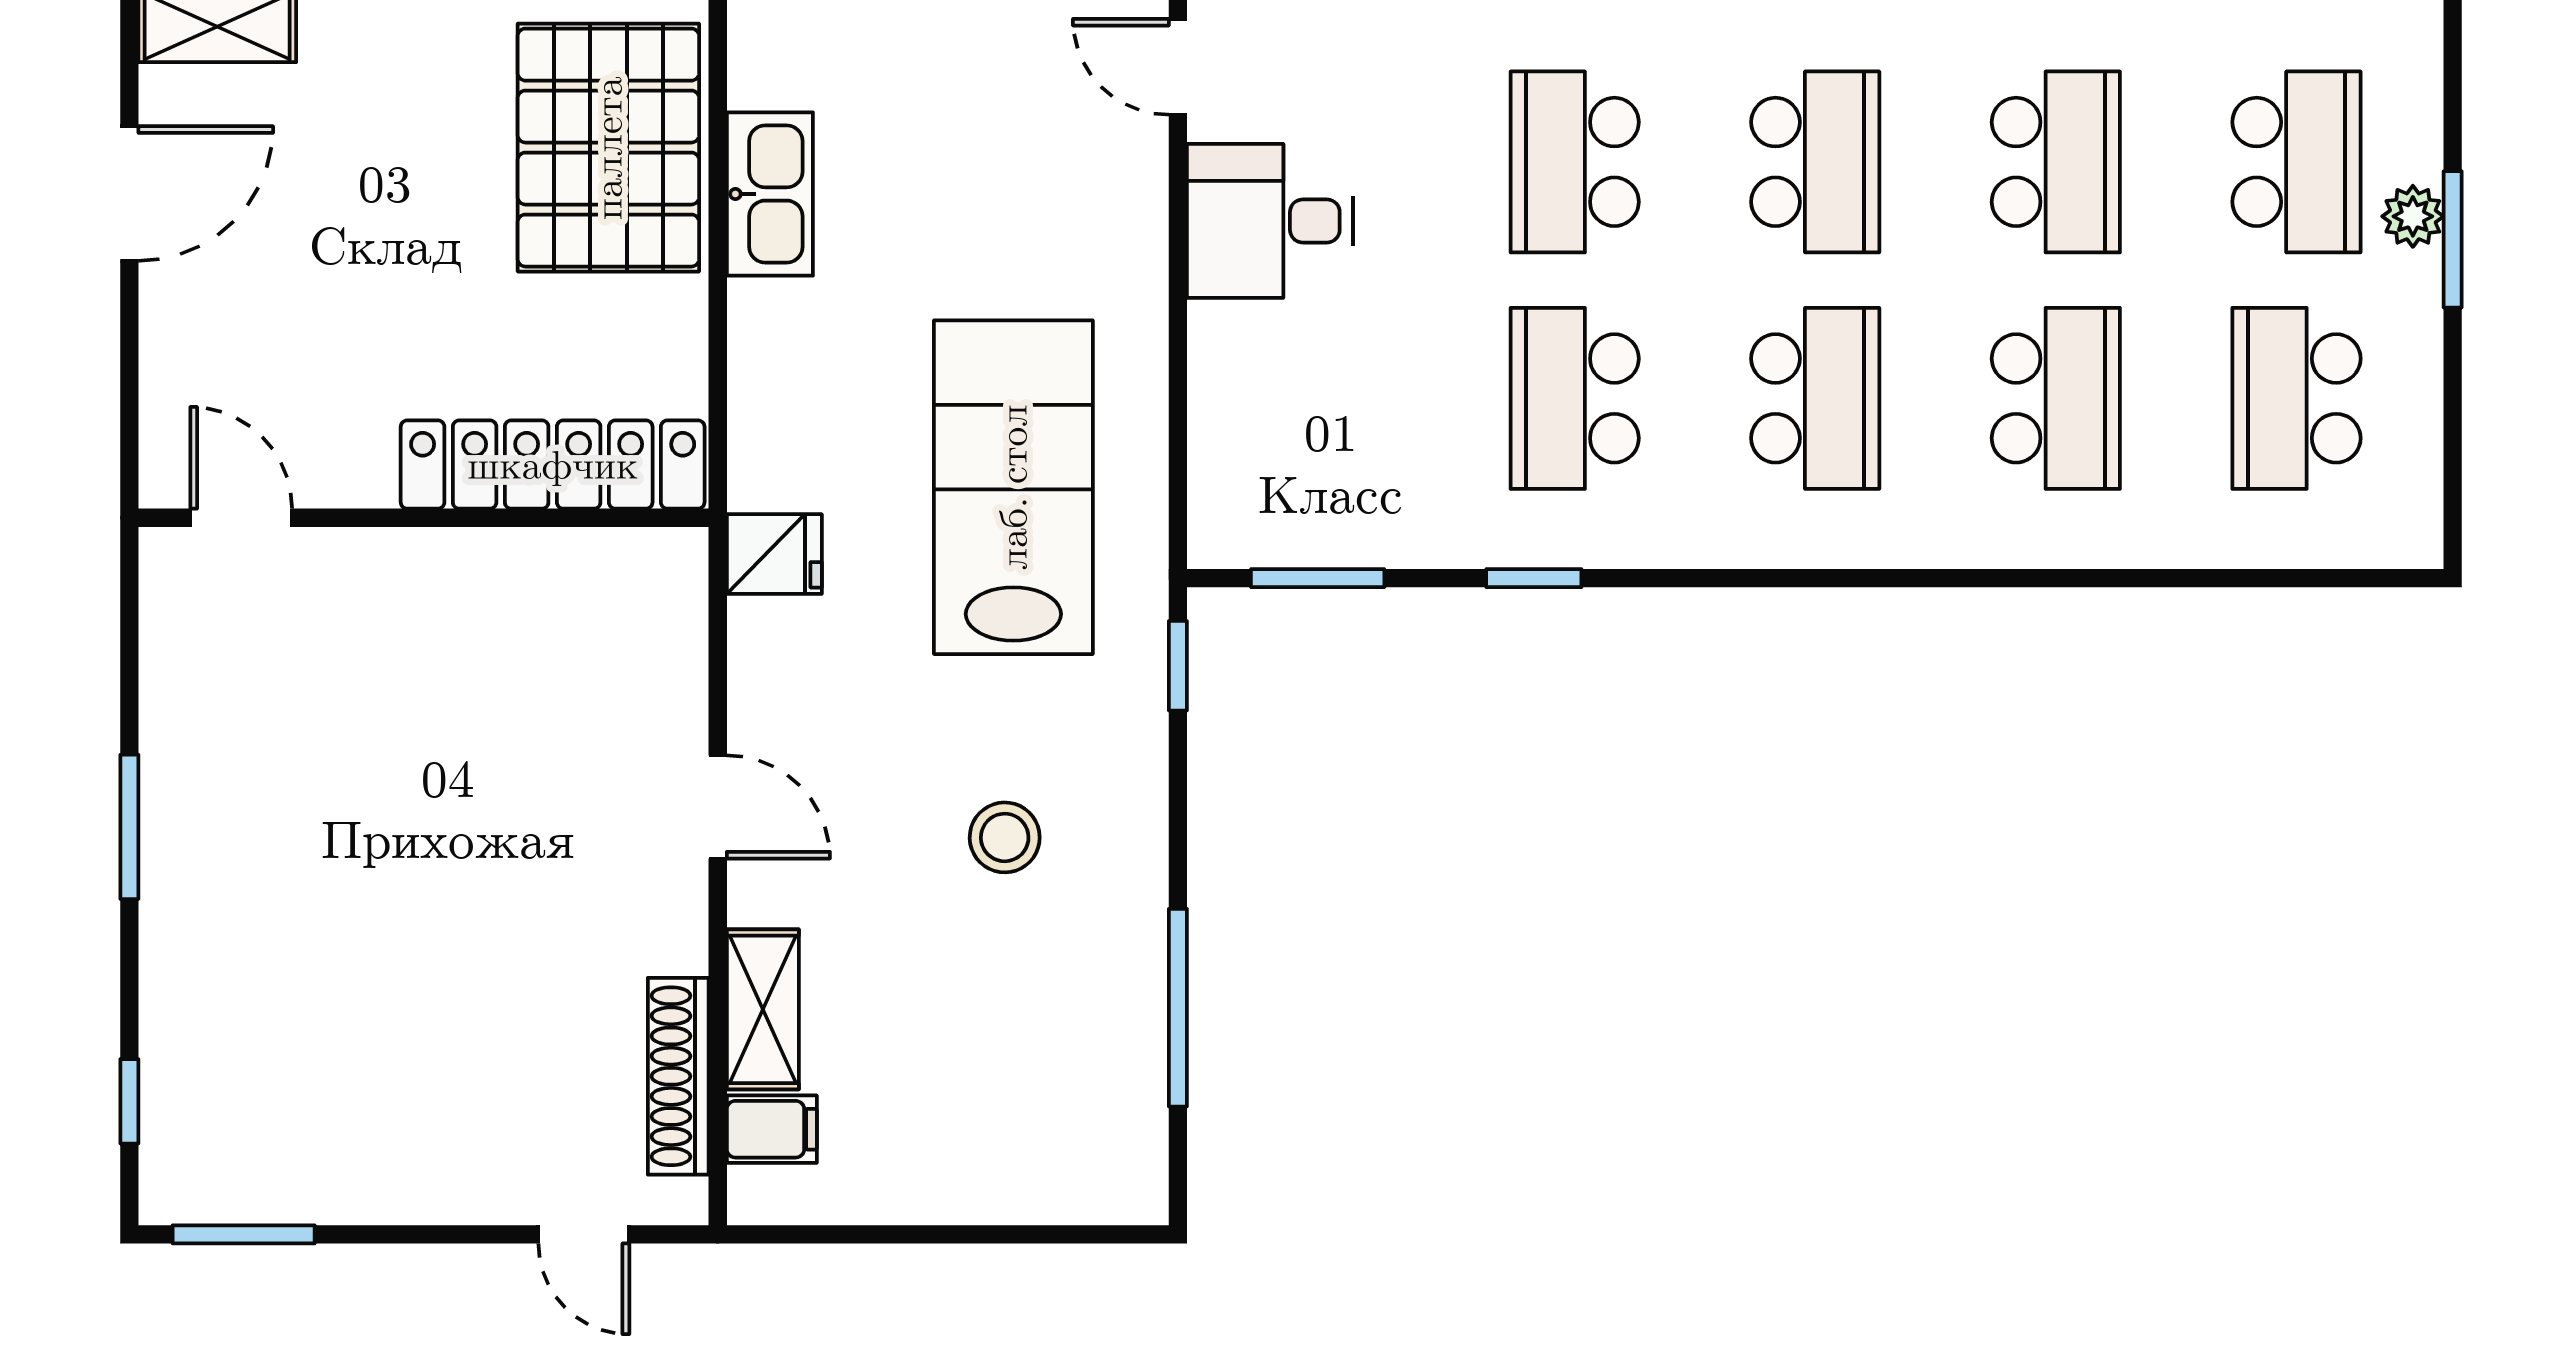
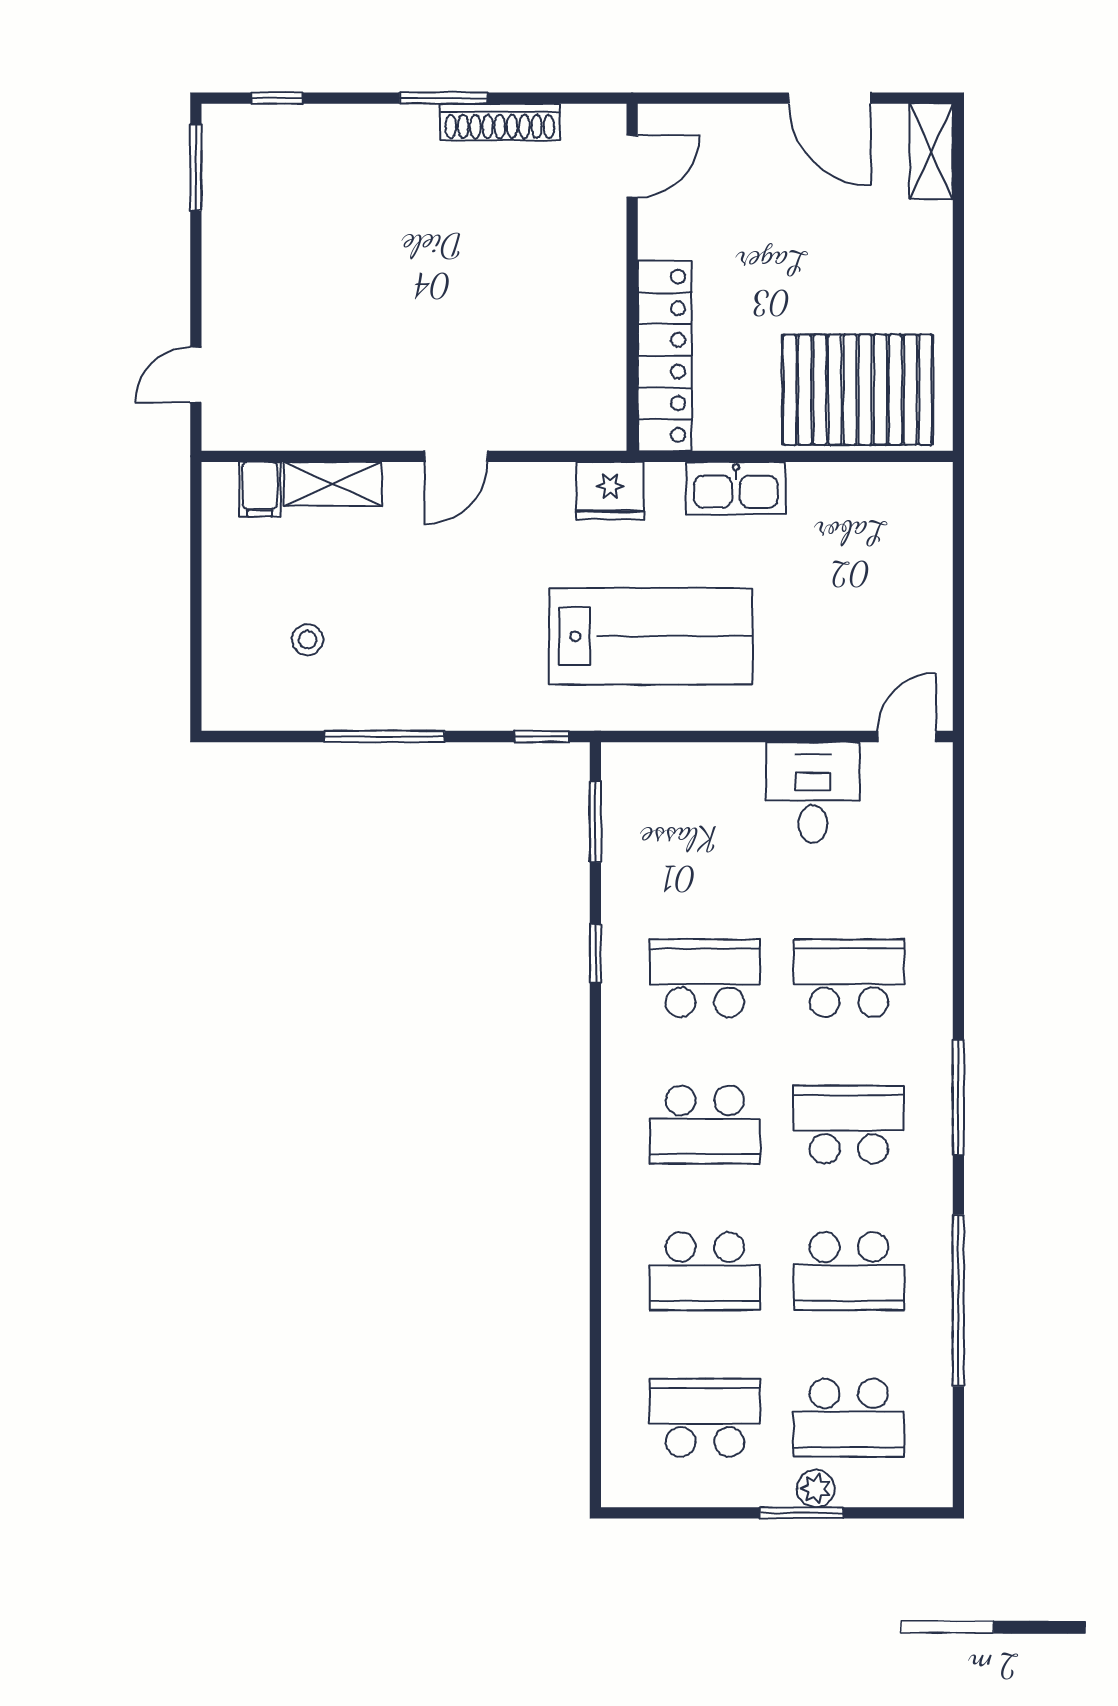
school desk: (1815, 162) -> (849, 1125), turned 180
kitchen sink: (770, 194) -> (736, 488), moved
fridge: (774, 554) -> (610, 491), width x1.38
stool: (1005, 837) -> (308, 640), moved, width x0.73, depth x0.73
window: (1178, 1008) -> (384, 737), moved
shoe rack: (678, 1076) -> (500, 122), moved, turned 180

